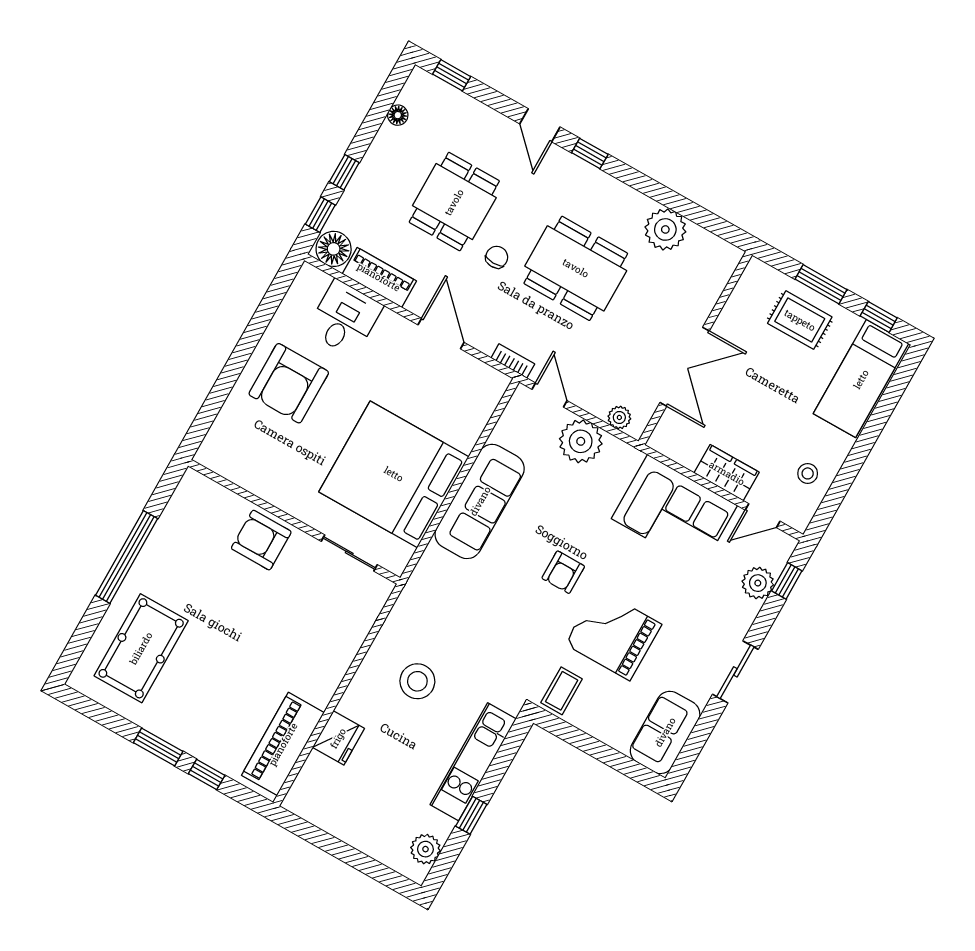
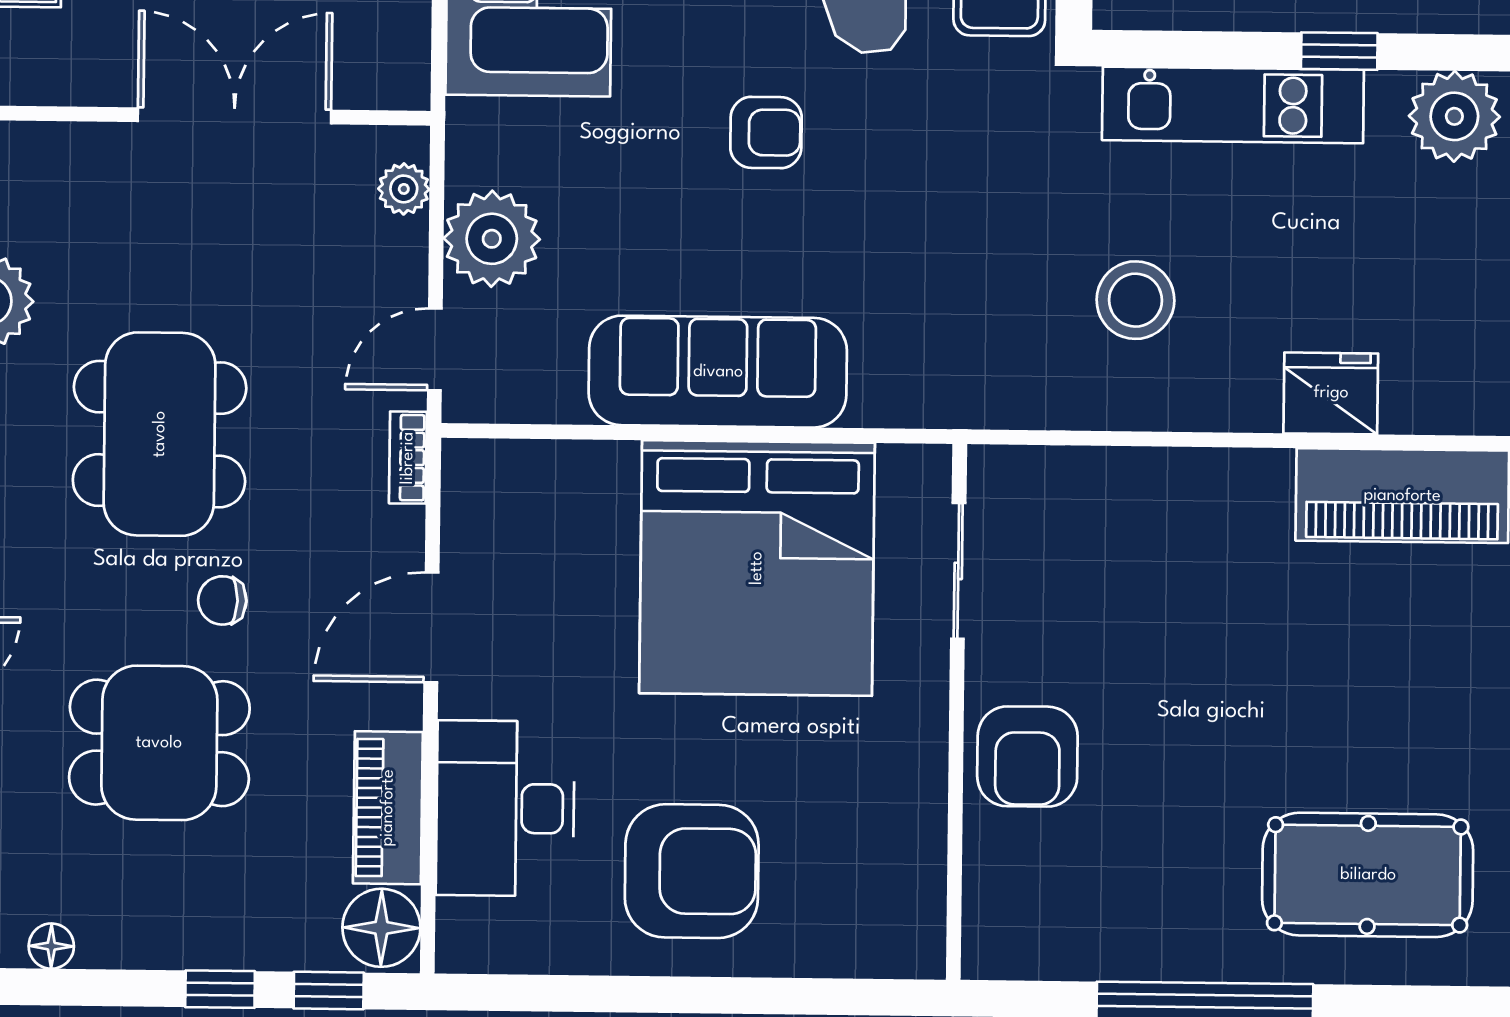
desk: (345, 318) -> (505, 808), width x1.37
plant: (425, 849) -> (1454, 116), width x1.36, depth x1.36

